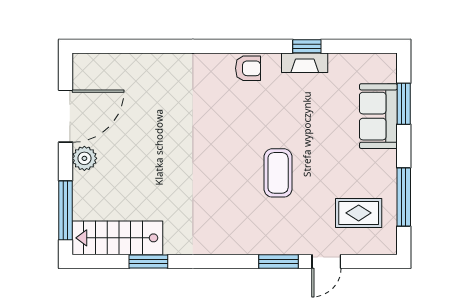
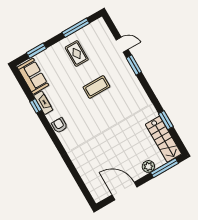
sofa: (378, 116) -> (33, 76), moved, turned -90
plant: (84, 158) -> (148, 166), moved
rug: (359, 213) -> (77, 54), moved

